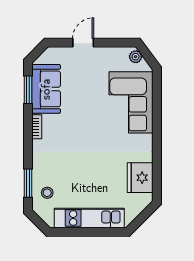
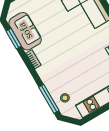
window: (28, 183) -> (49, 99), width x1.44

